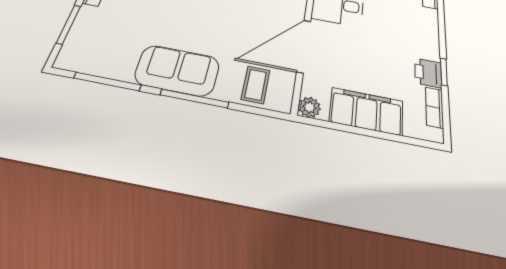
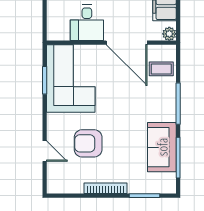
sofa: (177, 70) -> (162, 147), moved

